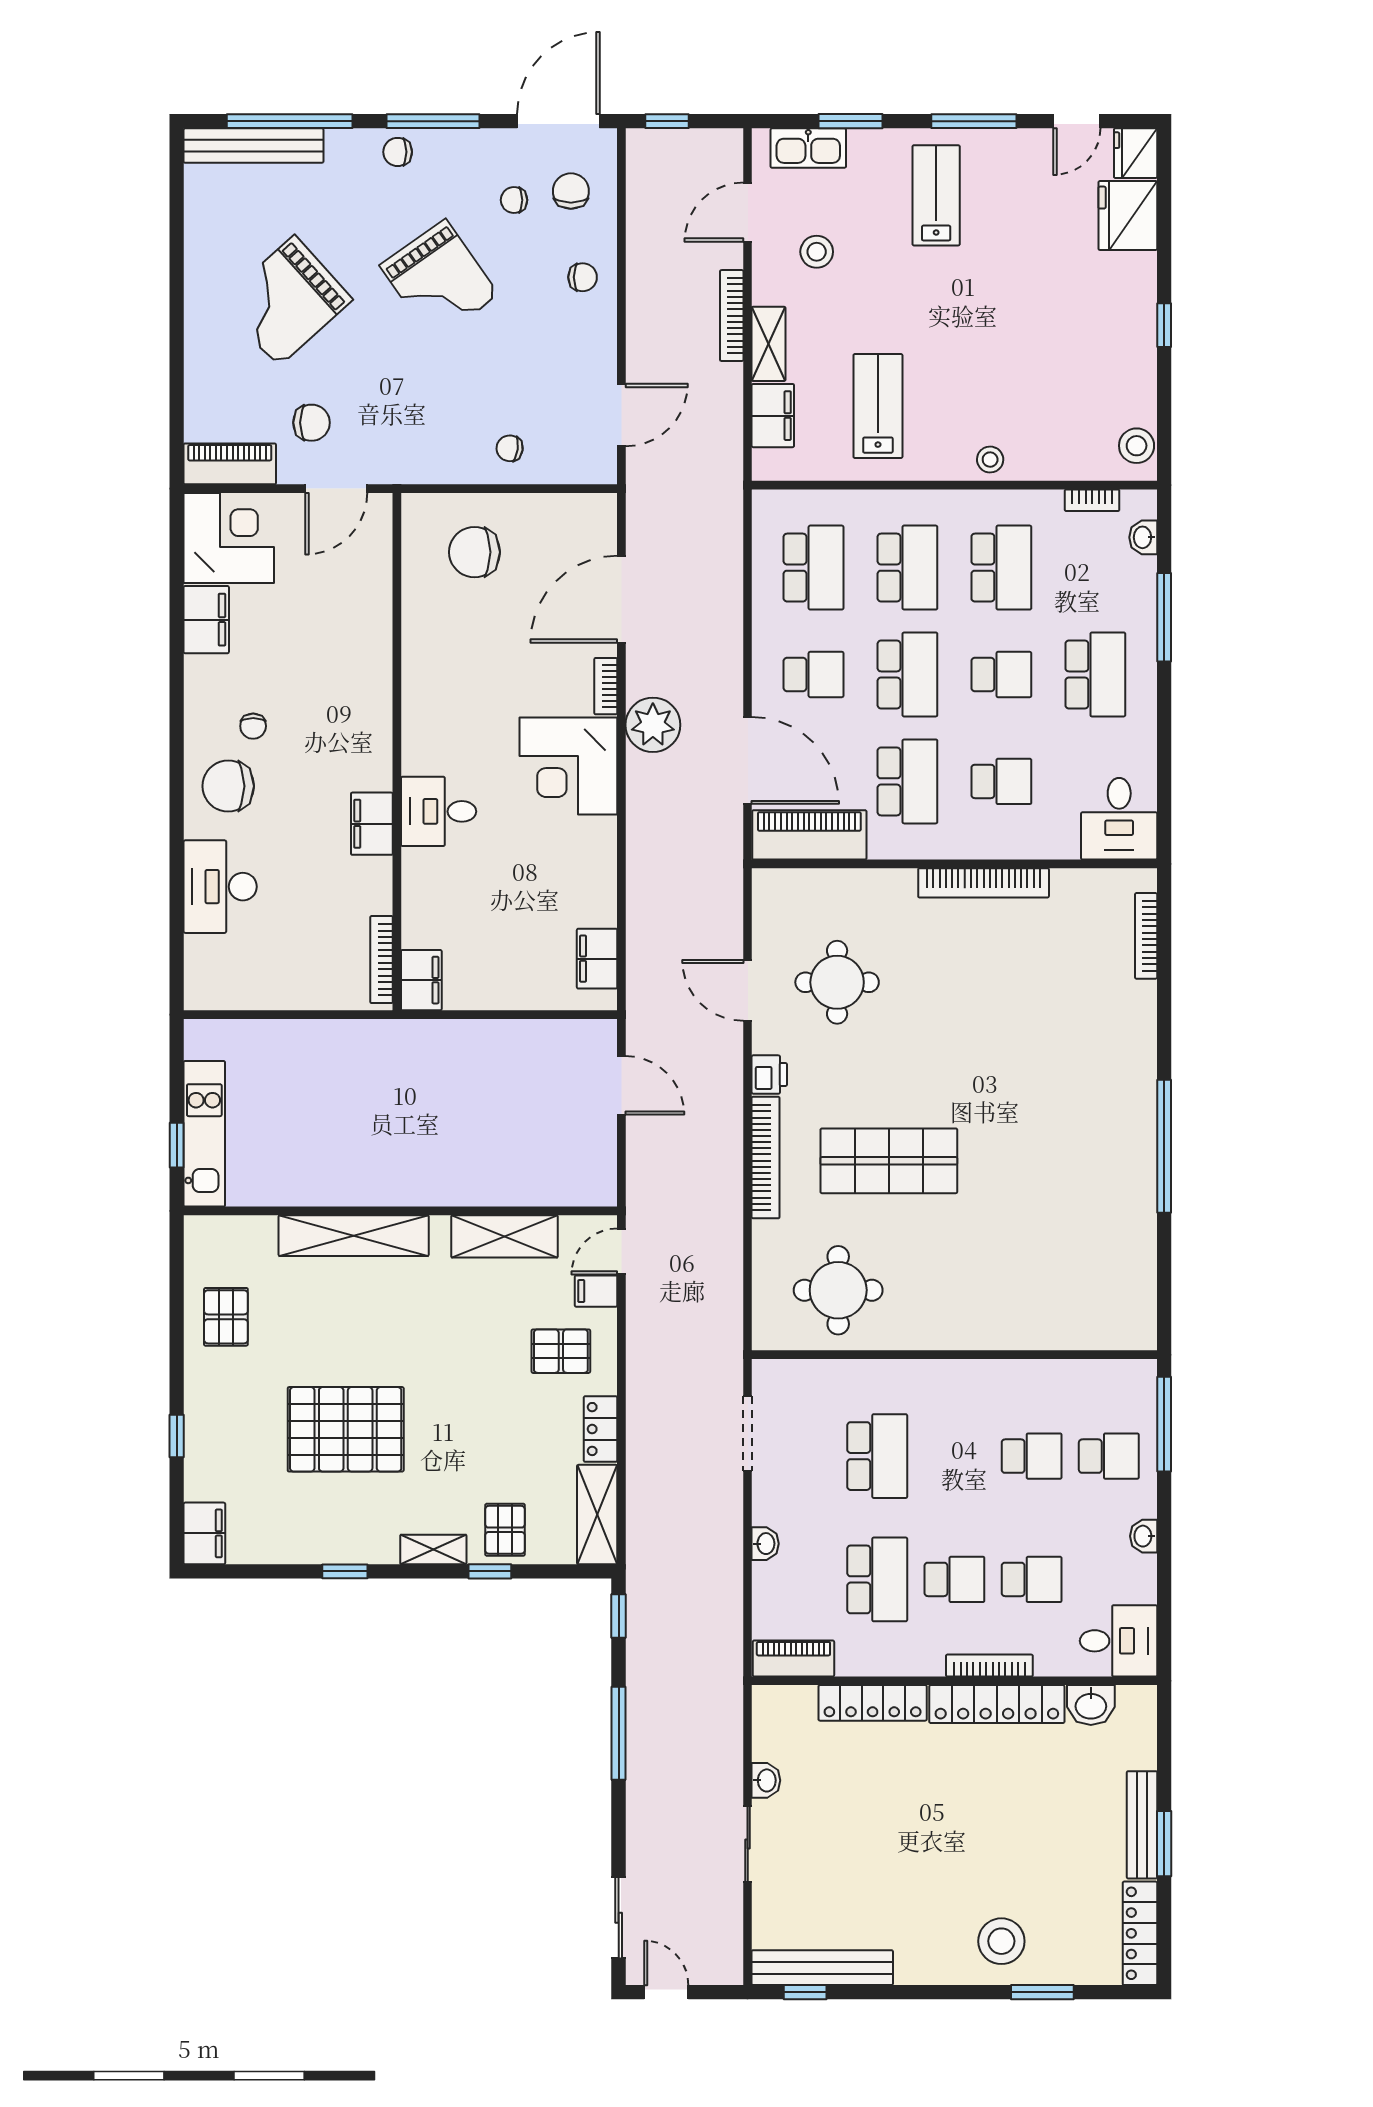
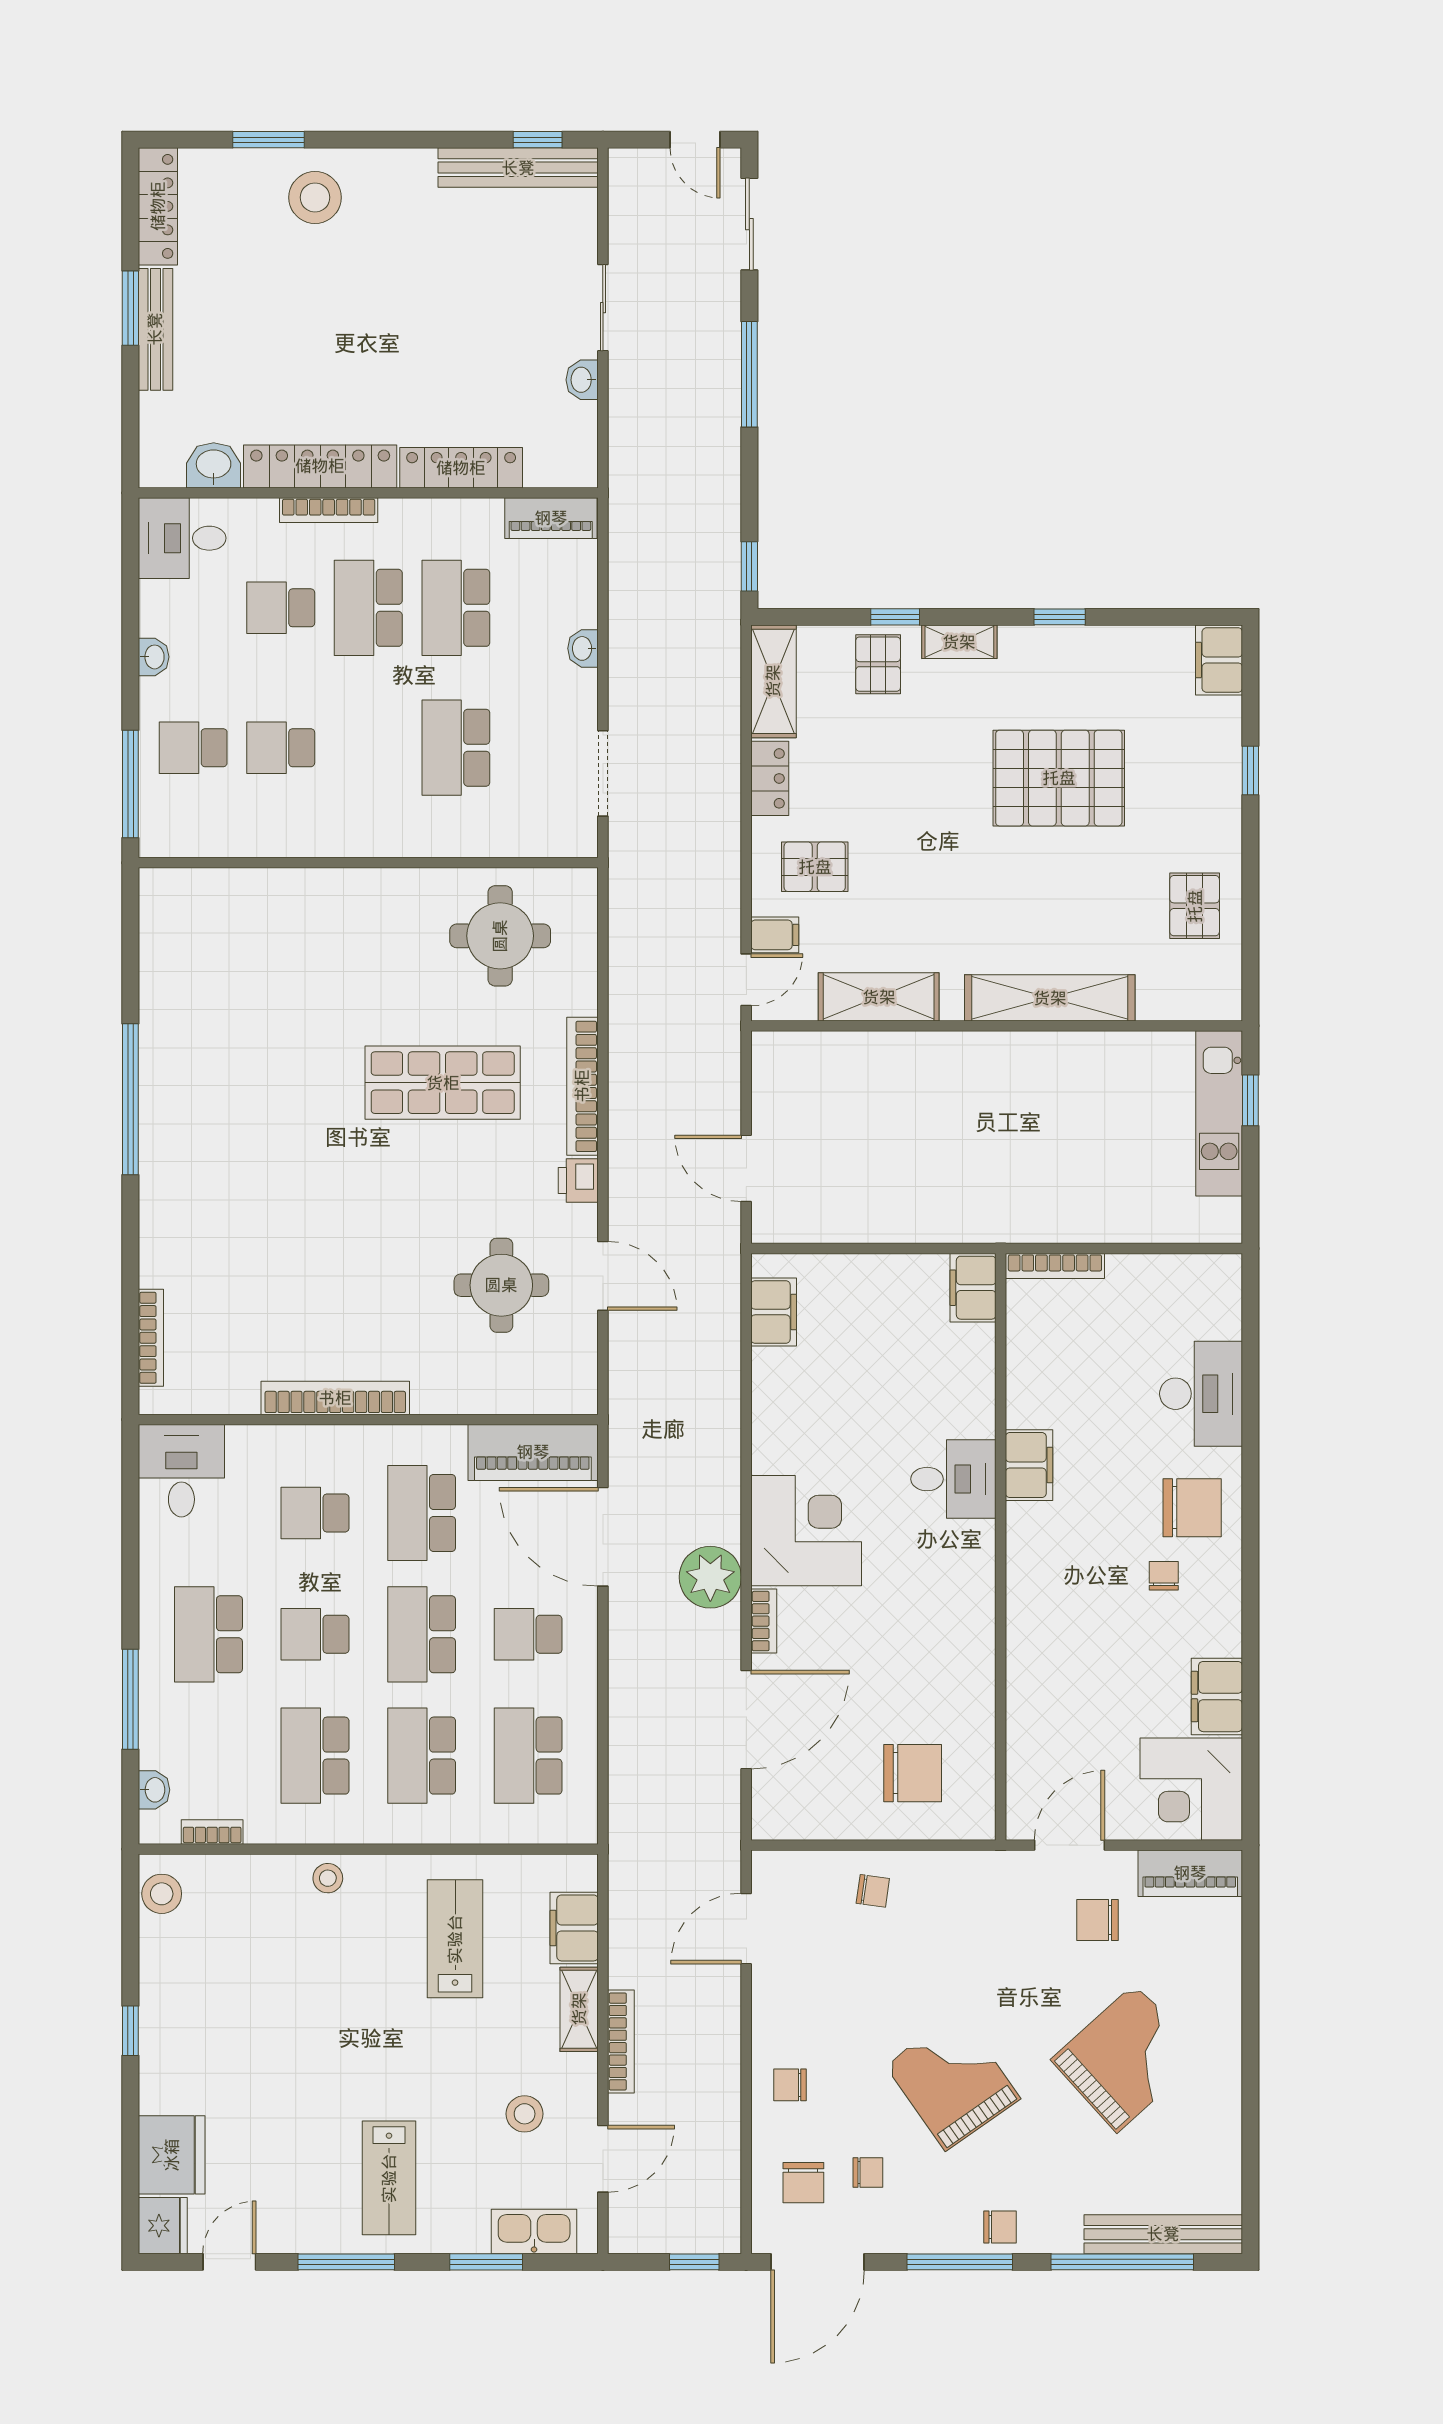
lab bench: (878, 406) -> (455, 1939), turned 180
bookcase: (382, 960) -> (1055, 1266), moved, turned 90
school desk: (954, 1579) -> (368, 608), width x1.85
window: (619, 1733) -> (749, 374), moved

